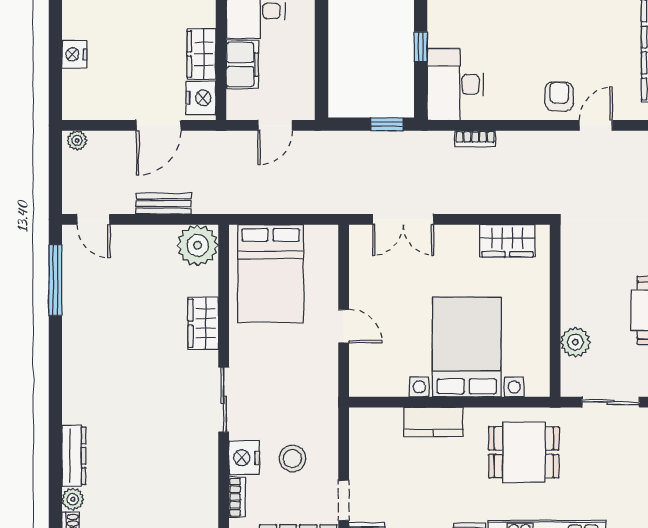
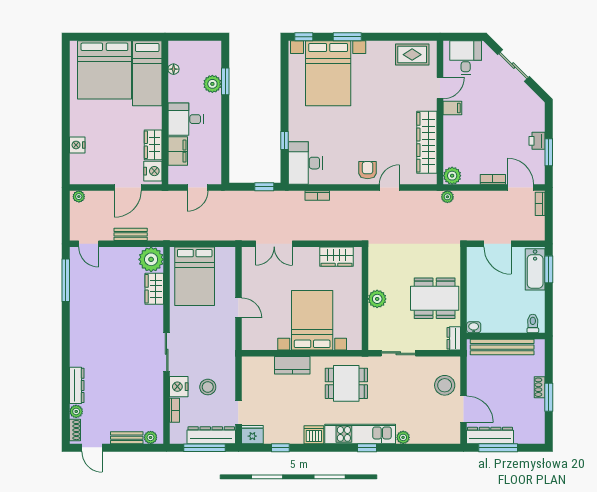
wardrobe: (203, 323) -> (154, 289), moved
plant: (575, 342) -> (377, 299), moved

